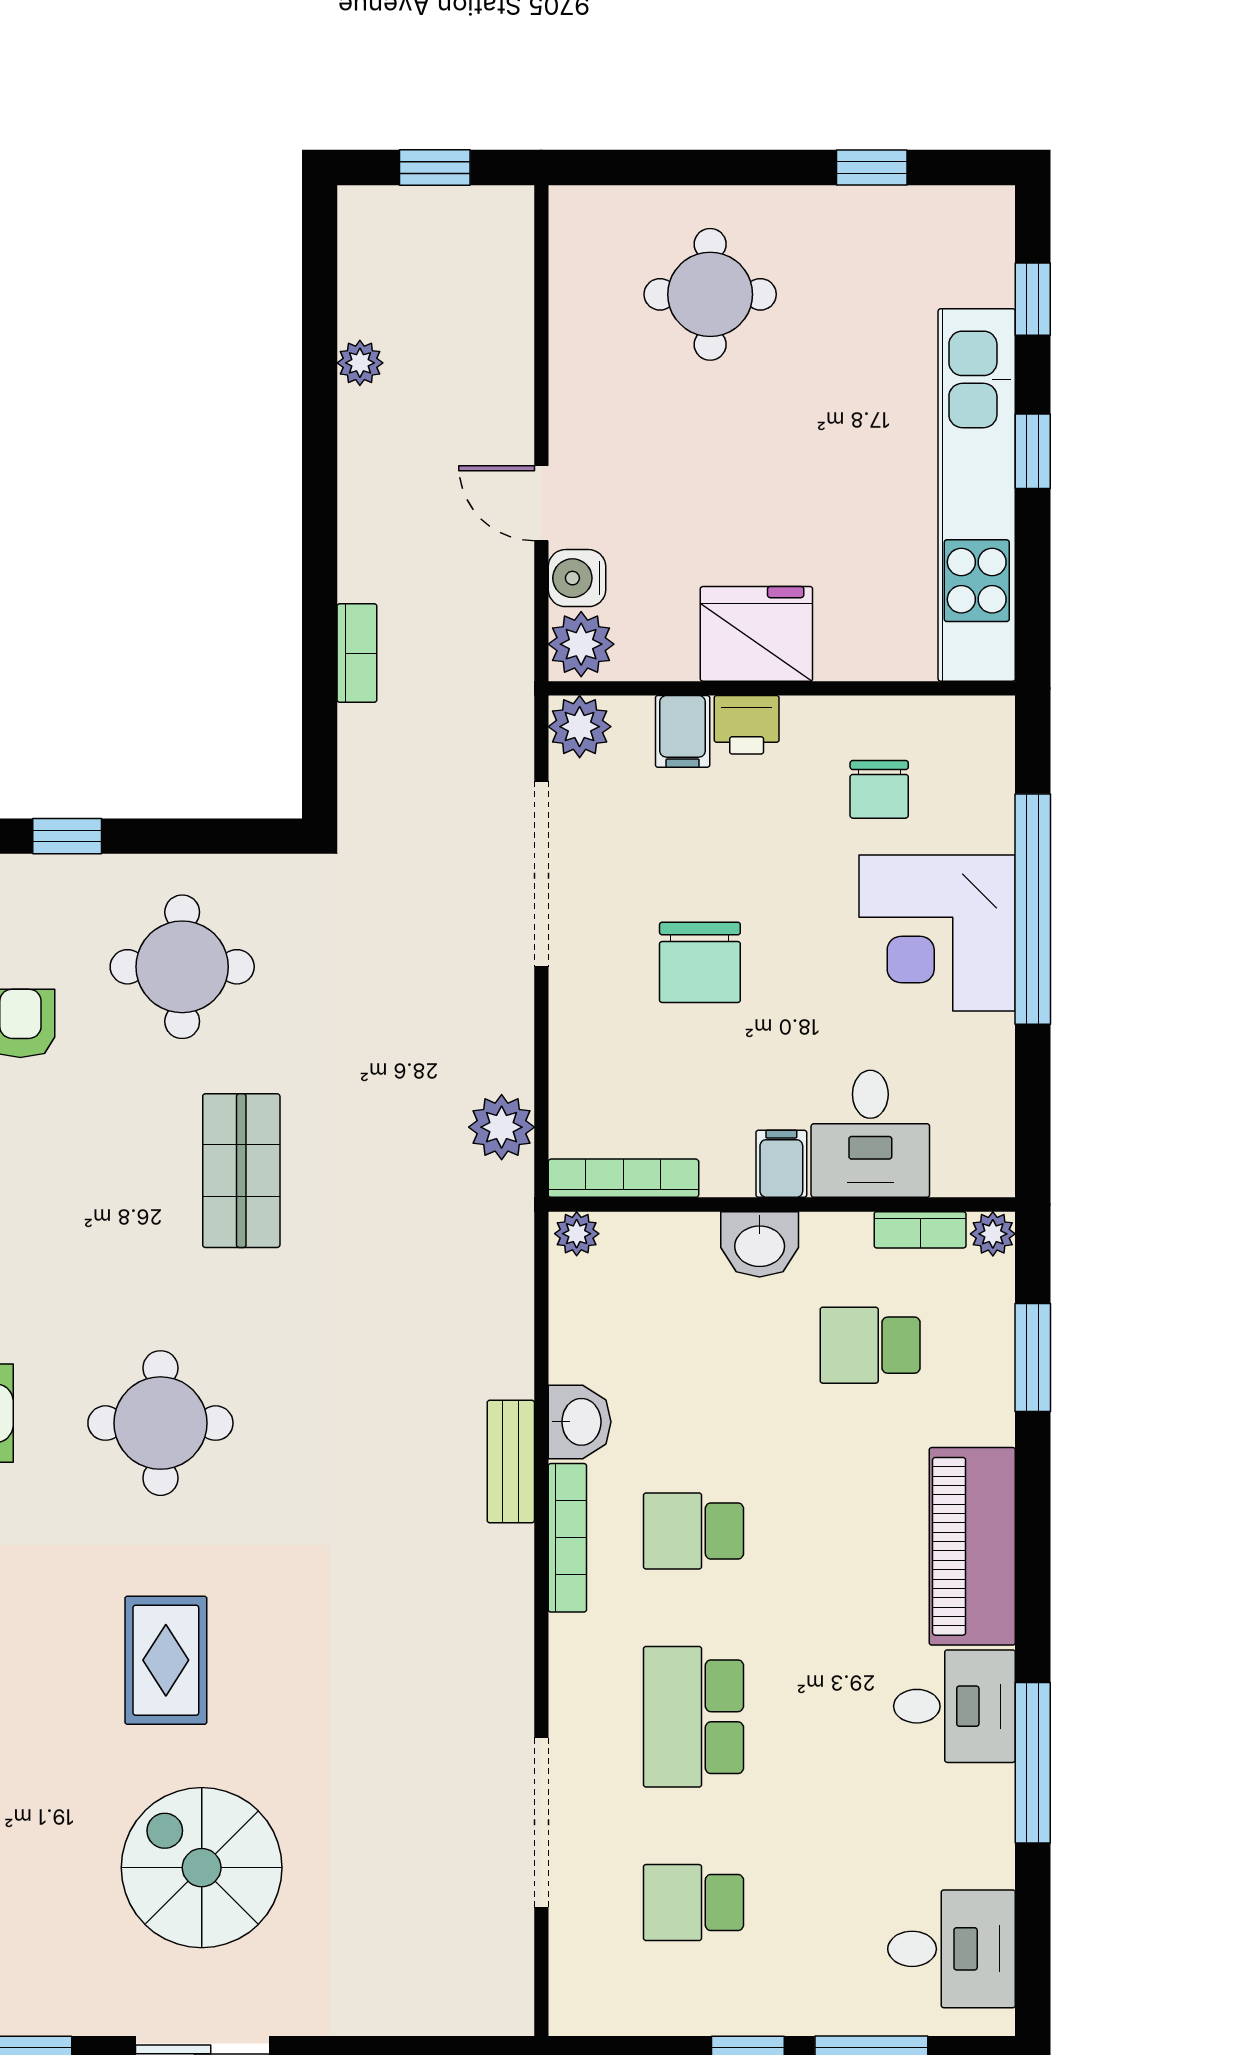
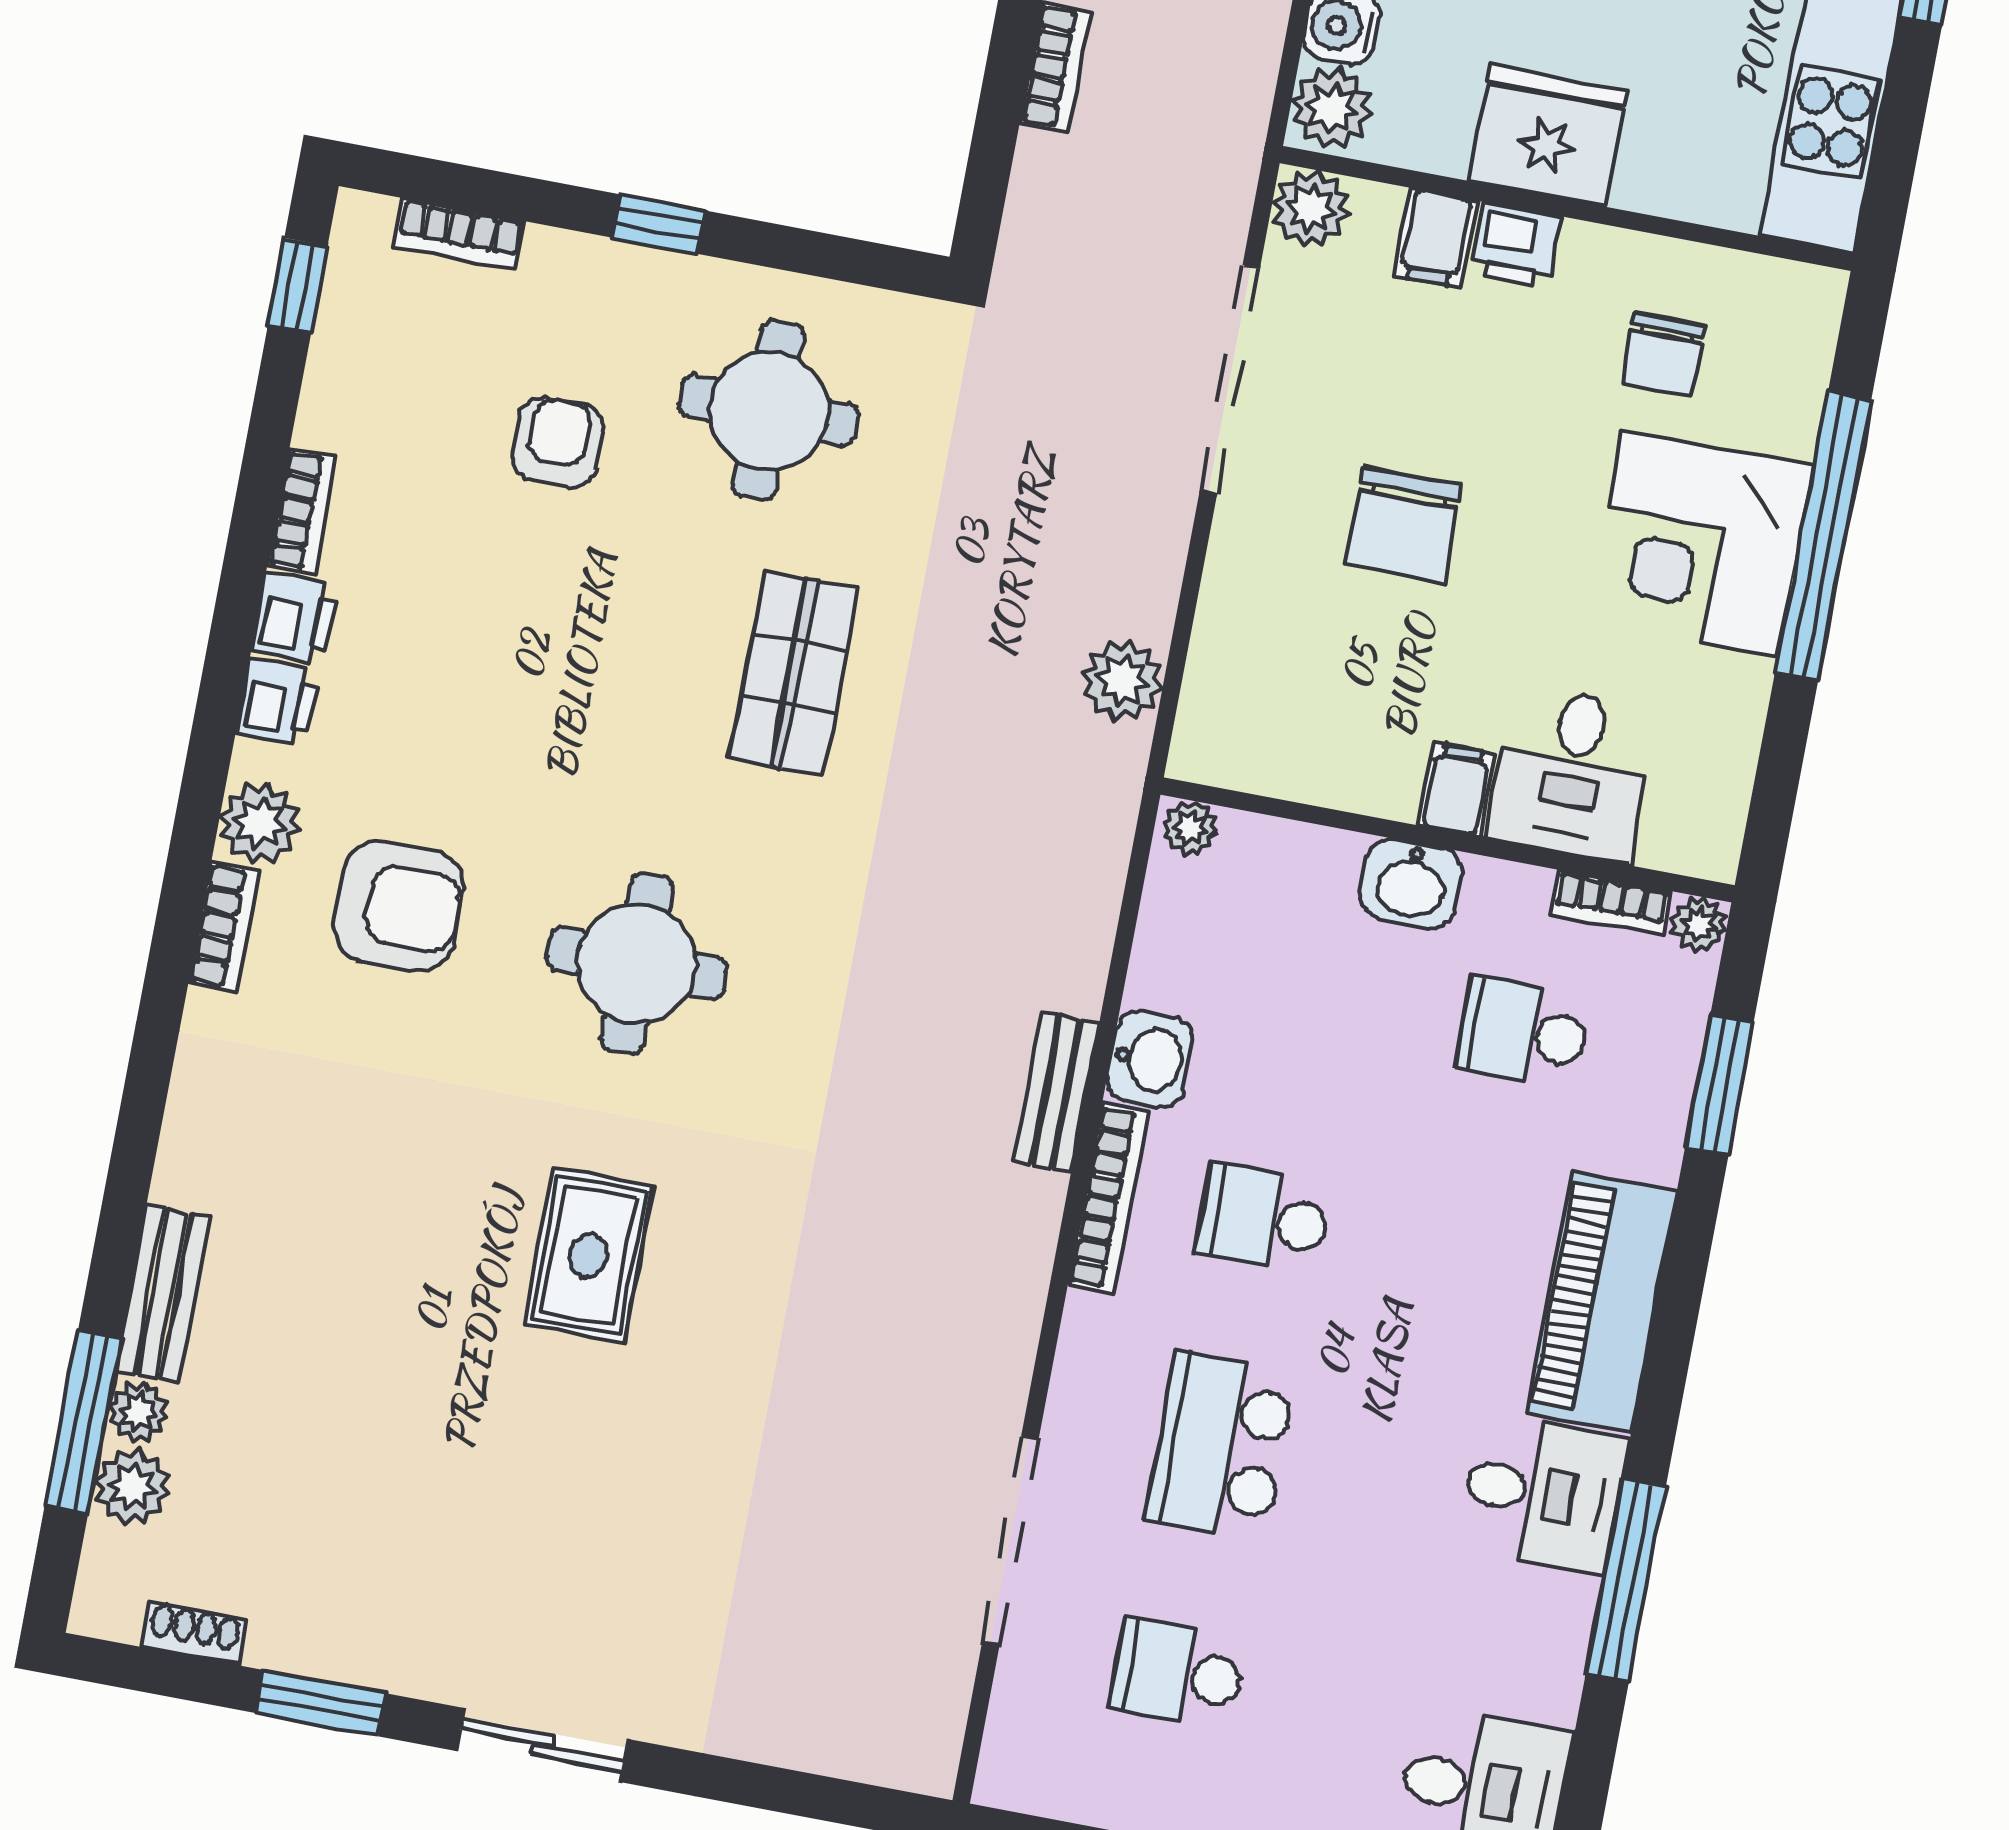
bookcase: (623, 1178) -> (1260, 771), removed
spiral stairs: (202, 1868) -> (584, 1517), removed

